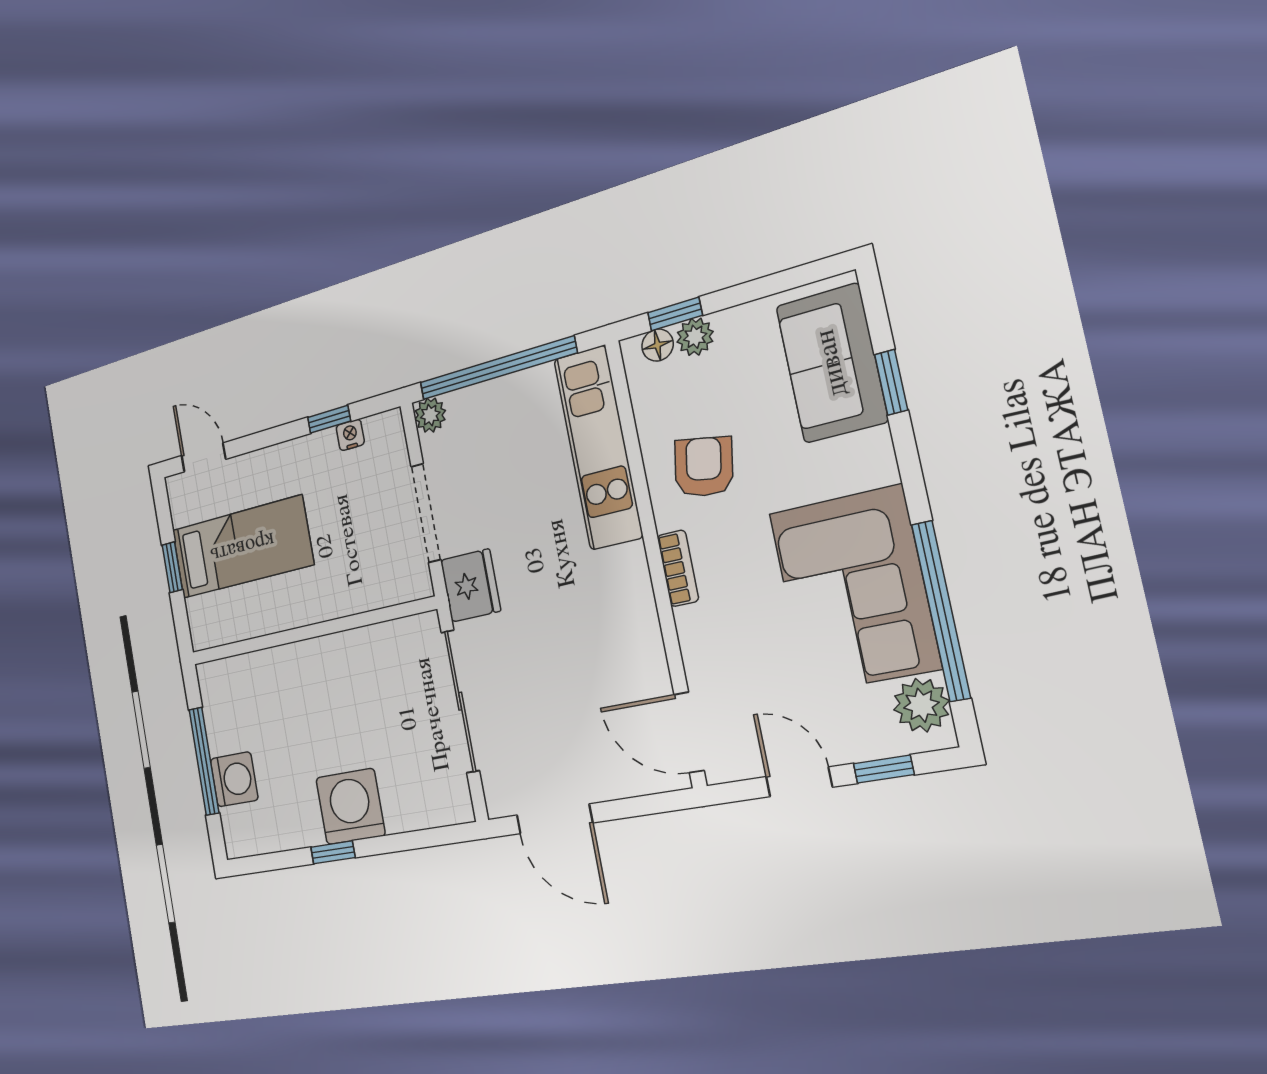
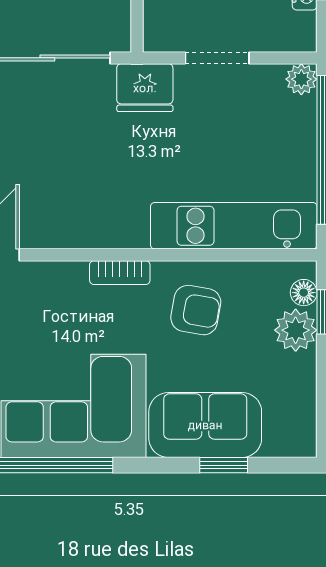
plant: (695, 337) -> (296, 330), width x1.38, depth x1.38
sofa: (832, 363) -> (205, 425), moved
doorway: (426, 513) -> (217, 58), width x0.73

